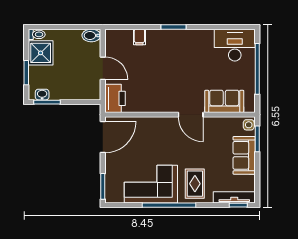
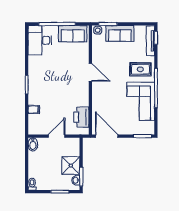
shower: (41, 53) -> (71, 166), moved
printer: (115, 98) -> (81, 117), moved, turned -90
sofa: (224, 101) -> (73, 34), moved, turned -90
door: (191, 115) -> (90, 72), hinge flipped

